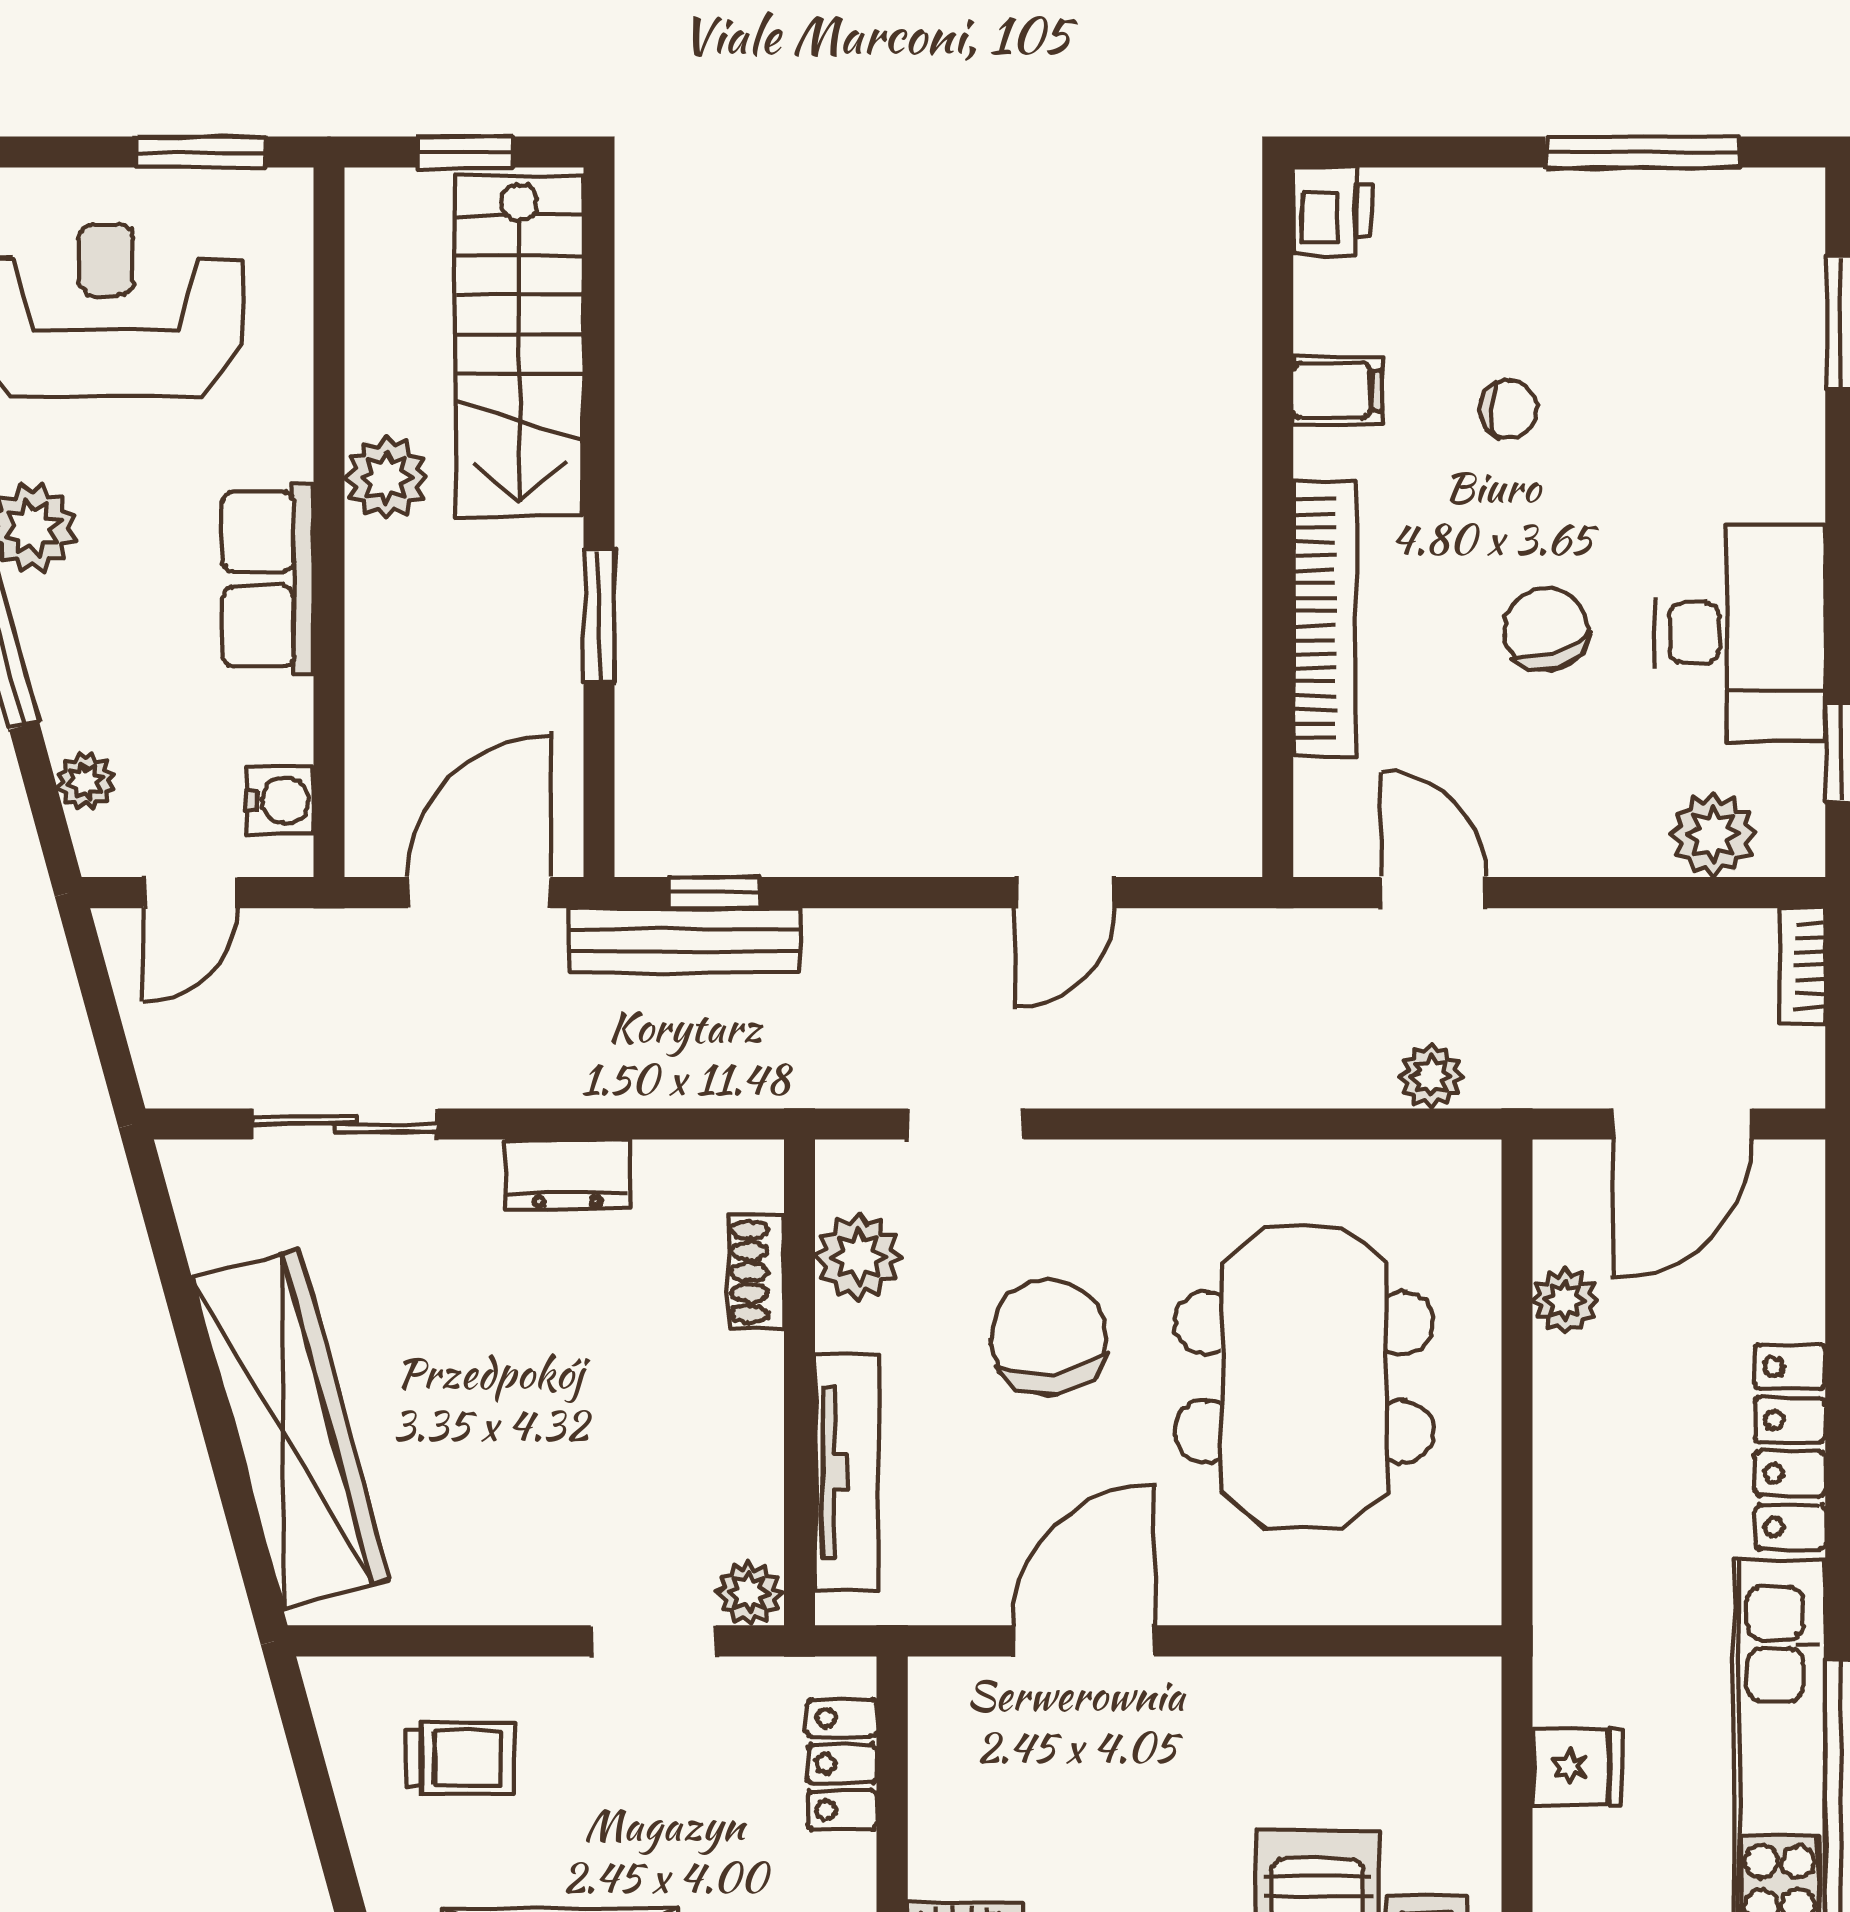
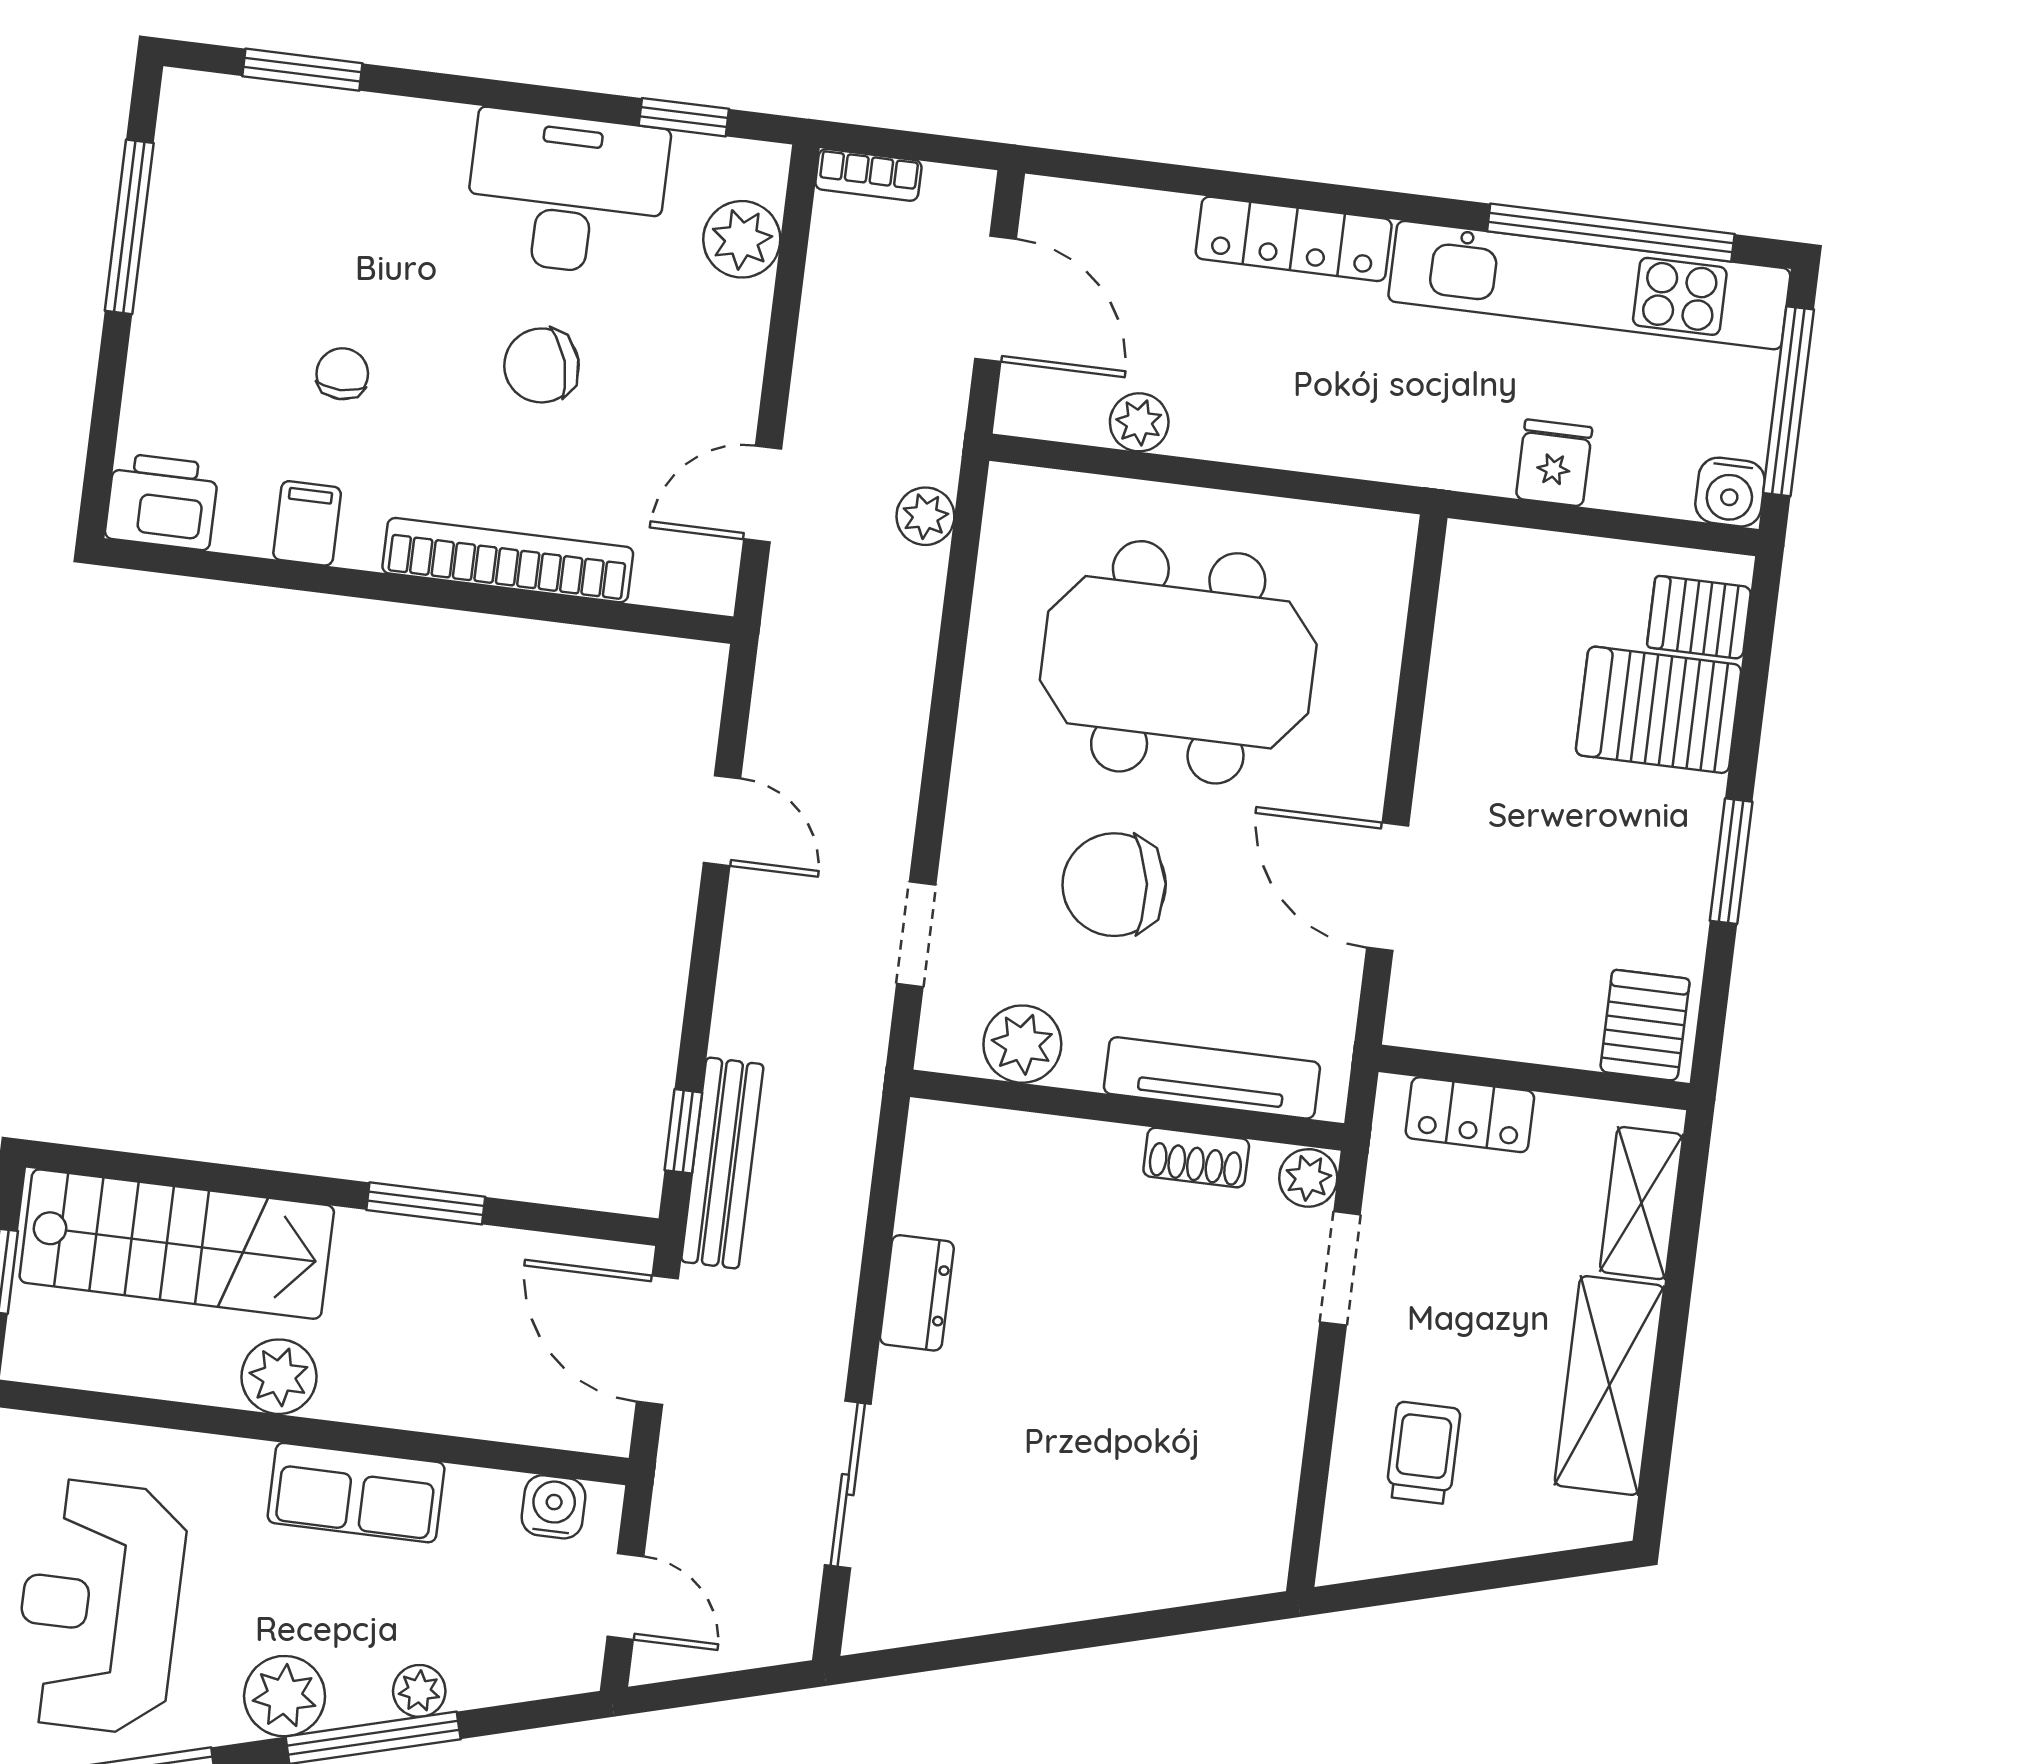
printer: (1333, 211) -> (162, 501), width x1.36, depth x1.24
plant: (85, 781) -> (419, 1691), moved
shoe rack: (756, 1272) -> (1196, 1158), moved
wardrobe: (291, 1429) -> (1112, 1566), removed

